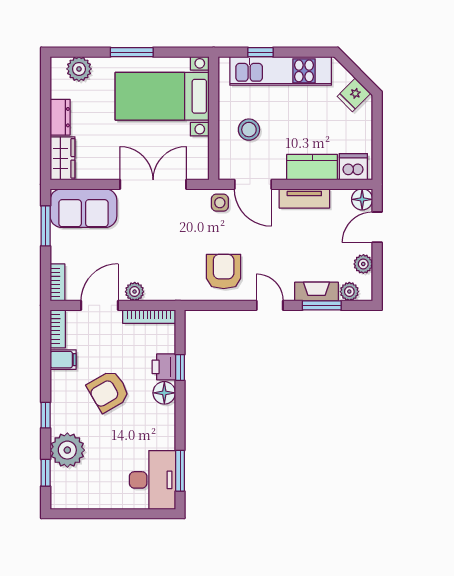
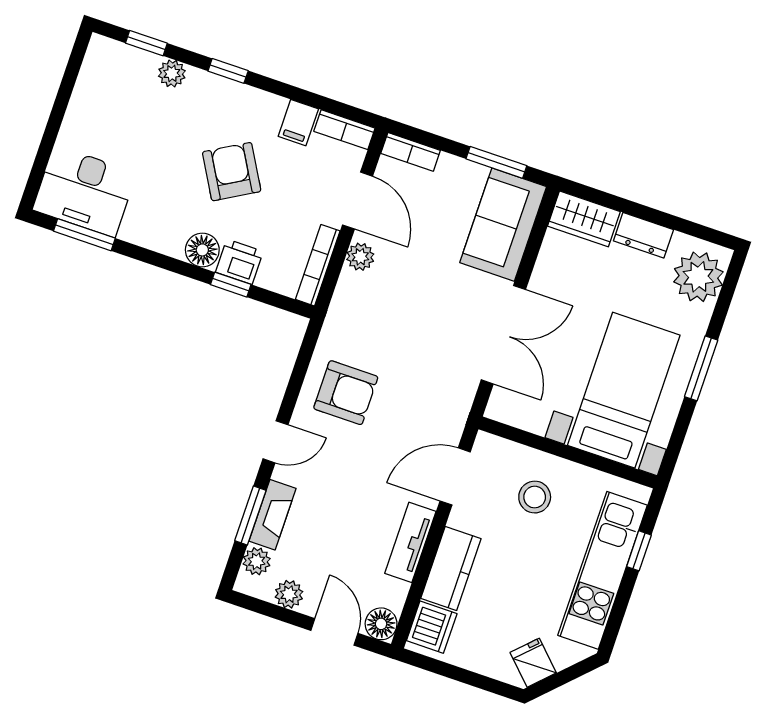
plant: (79, 69) -> (698, 277), width x1.36, depth x1.36
side table: (220, 203) -> (445, 421), removed
plant: (67, 450) -> (172, 73), width x0.53, depth x0.53

